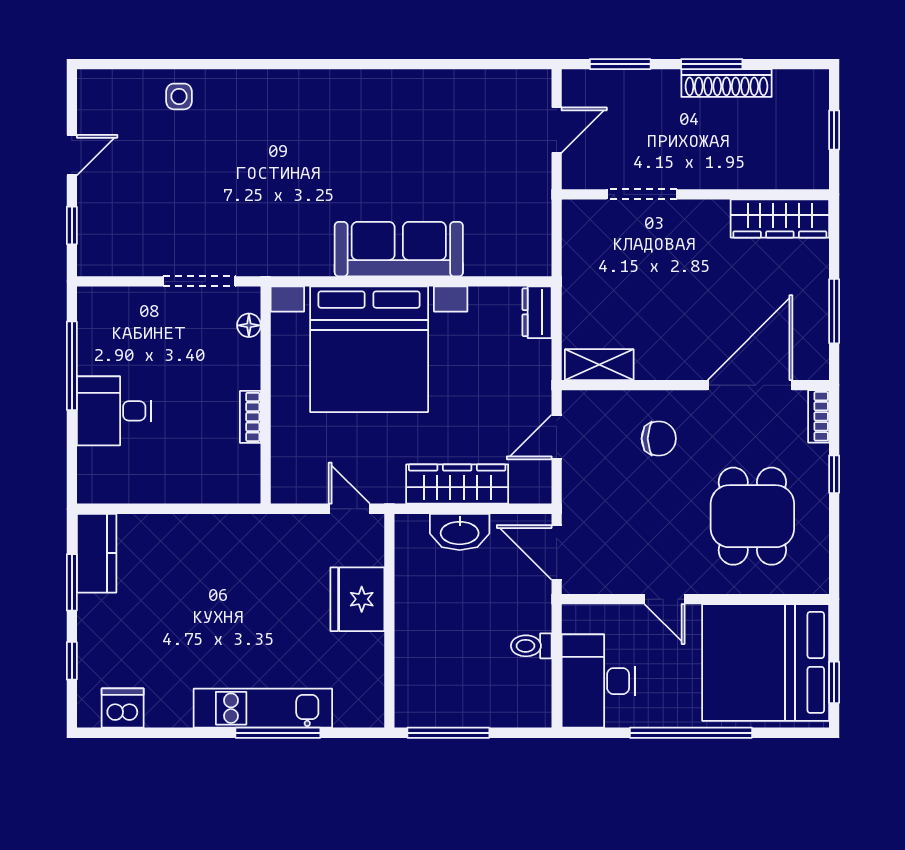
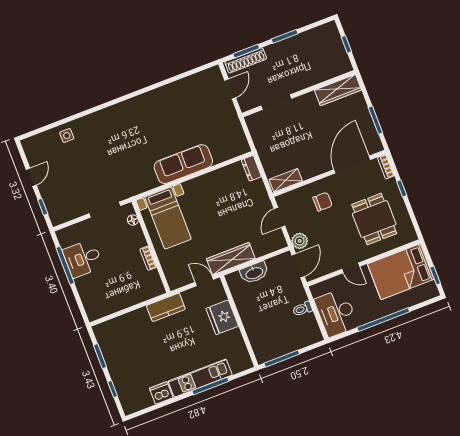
shoe rack: (726, 83) -> (246, 60), moved
bed with nightstands: (369, 349) -> (168, 218), width x0.54
desk: (114, 411) -> (83, 259), moved
wardrobe: (457, 484) -> (231, 259), moved
plant: (580, 502) -> (300, 241), added
door: (557, 552) -> (298, 266), swing flipped
kitchen counter: (97, 553) -> (166, 307), moved, turned 90
bed: (766, 662) -> (401, 272), width x0.73
dishwasher: (123, 708) -> (161, 393), moved

